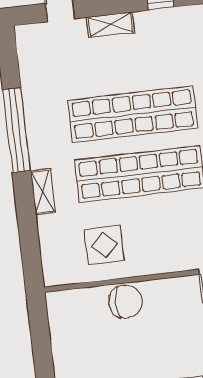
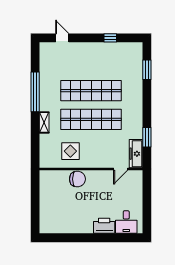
shelving: (110, 25) -> (85, 47), removed

